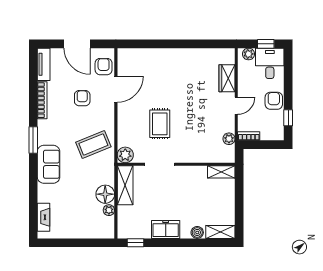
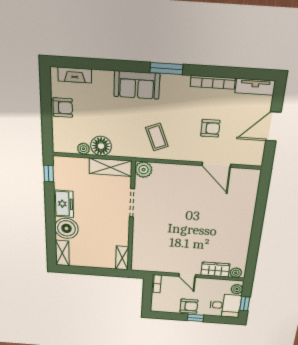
armchair: (104, 67) -> (63, 108), moved
window: (288, 118) -> (195, 318), moved
rug: (160, 124) -> (175, 206), removed
plant: (229, 139) -> (236, 273), moved
coffee table: (93, 144) -> (157, 137), width x0.73, depth x0.77
boiler: (197, 232) -> (66, 228), width x1.86, depth x1.86

